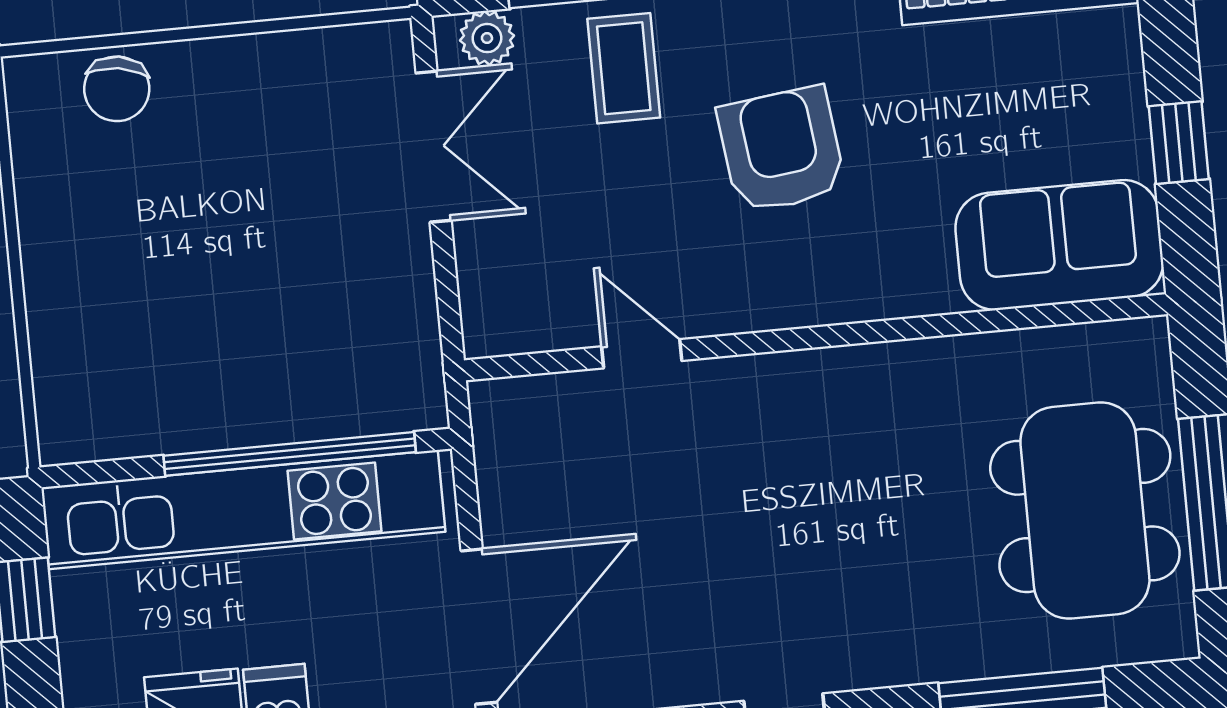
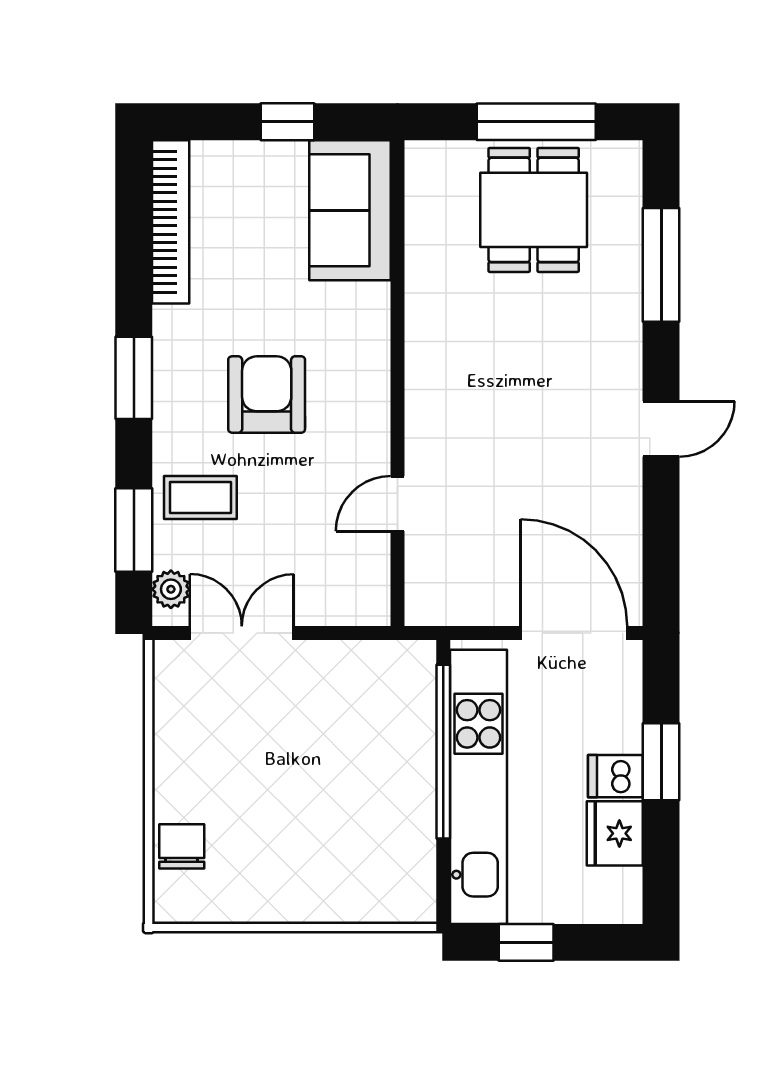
chair: (117, 89) -> (182, 846), turned -99
armchair: (782, 150) -> (267, 395), turned 97
dining table: (1085, 511) -> (534, 210), width x0.73

